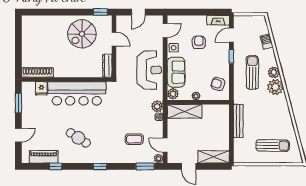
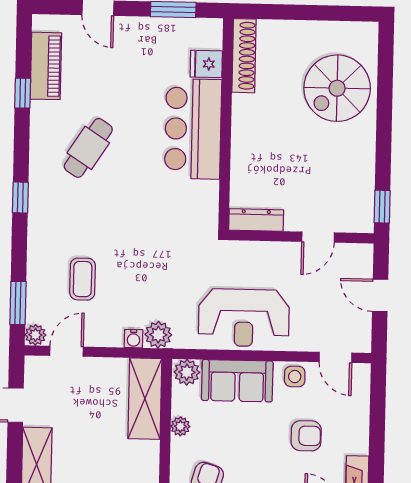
spiral stairs: (82, 34) -> (337, 88), moved, turned -90
bar counter: (77, 93) -> (193, 129), width x0.73

